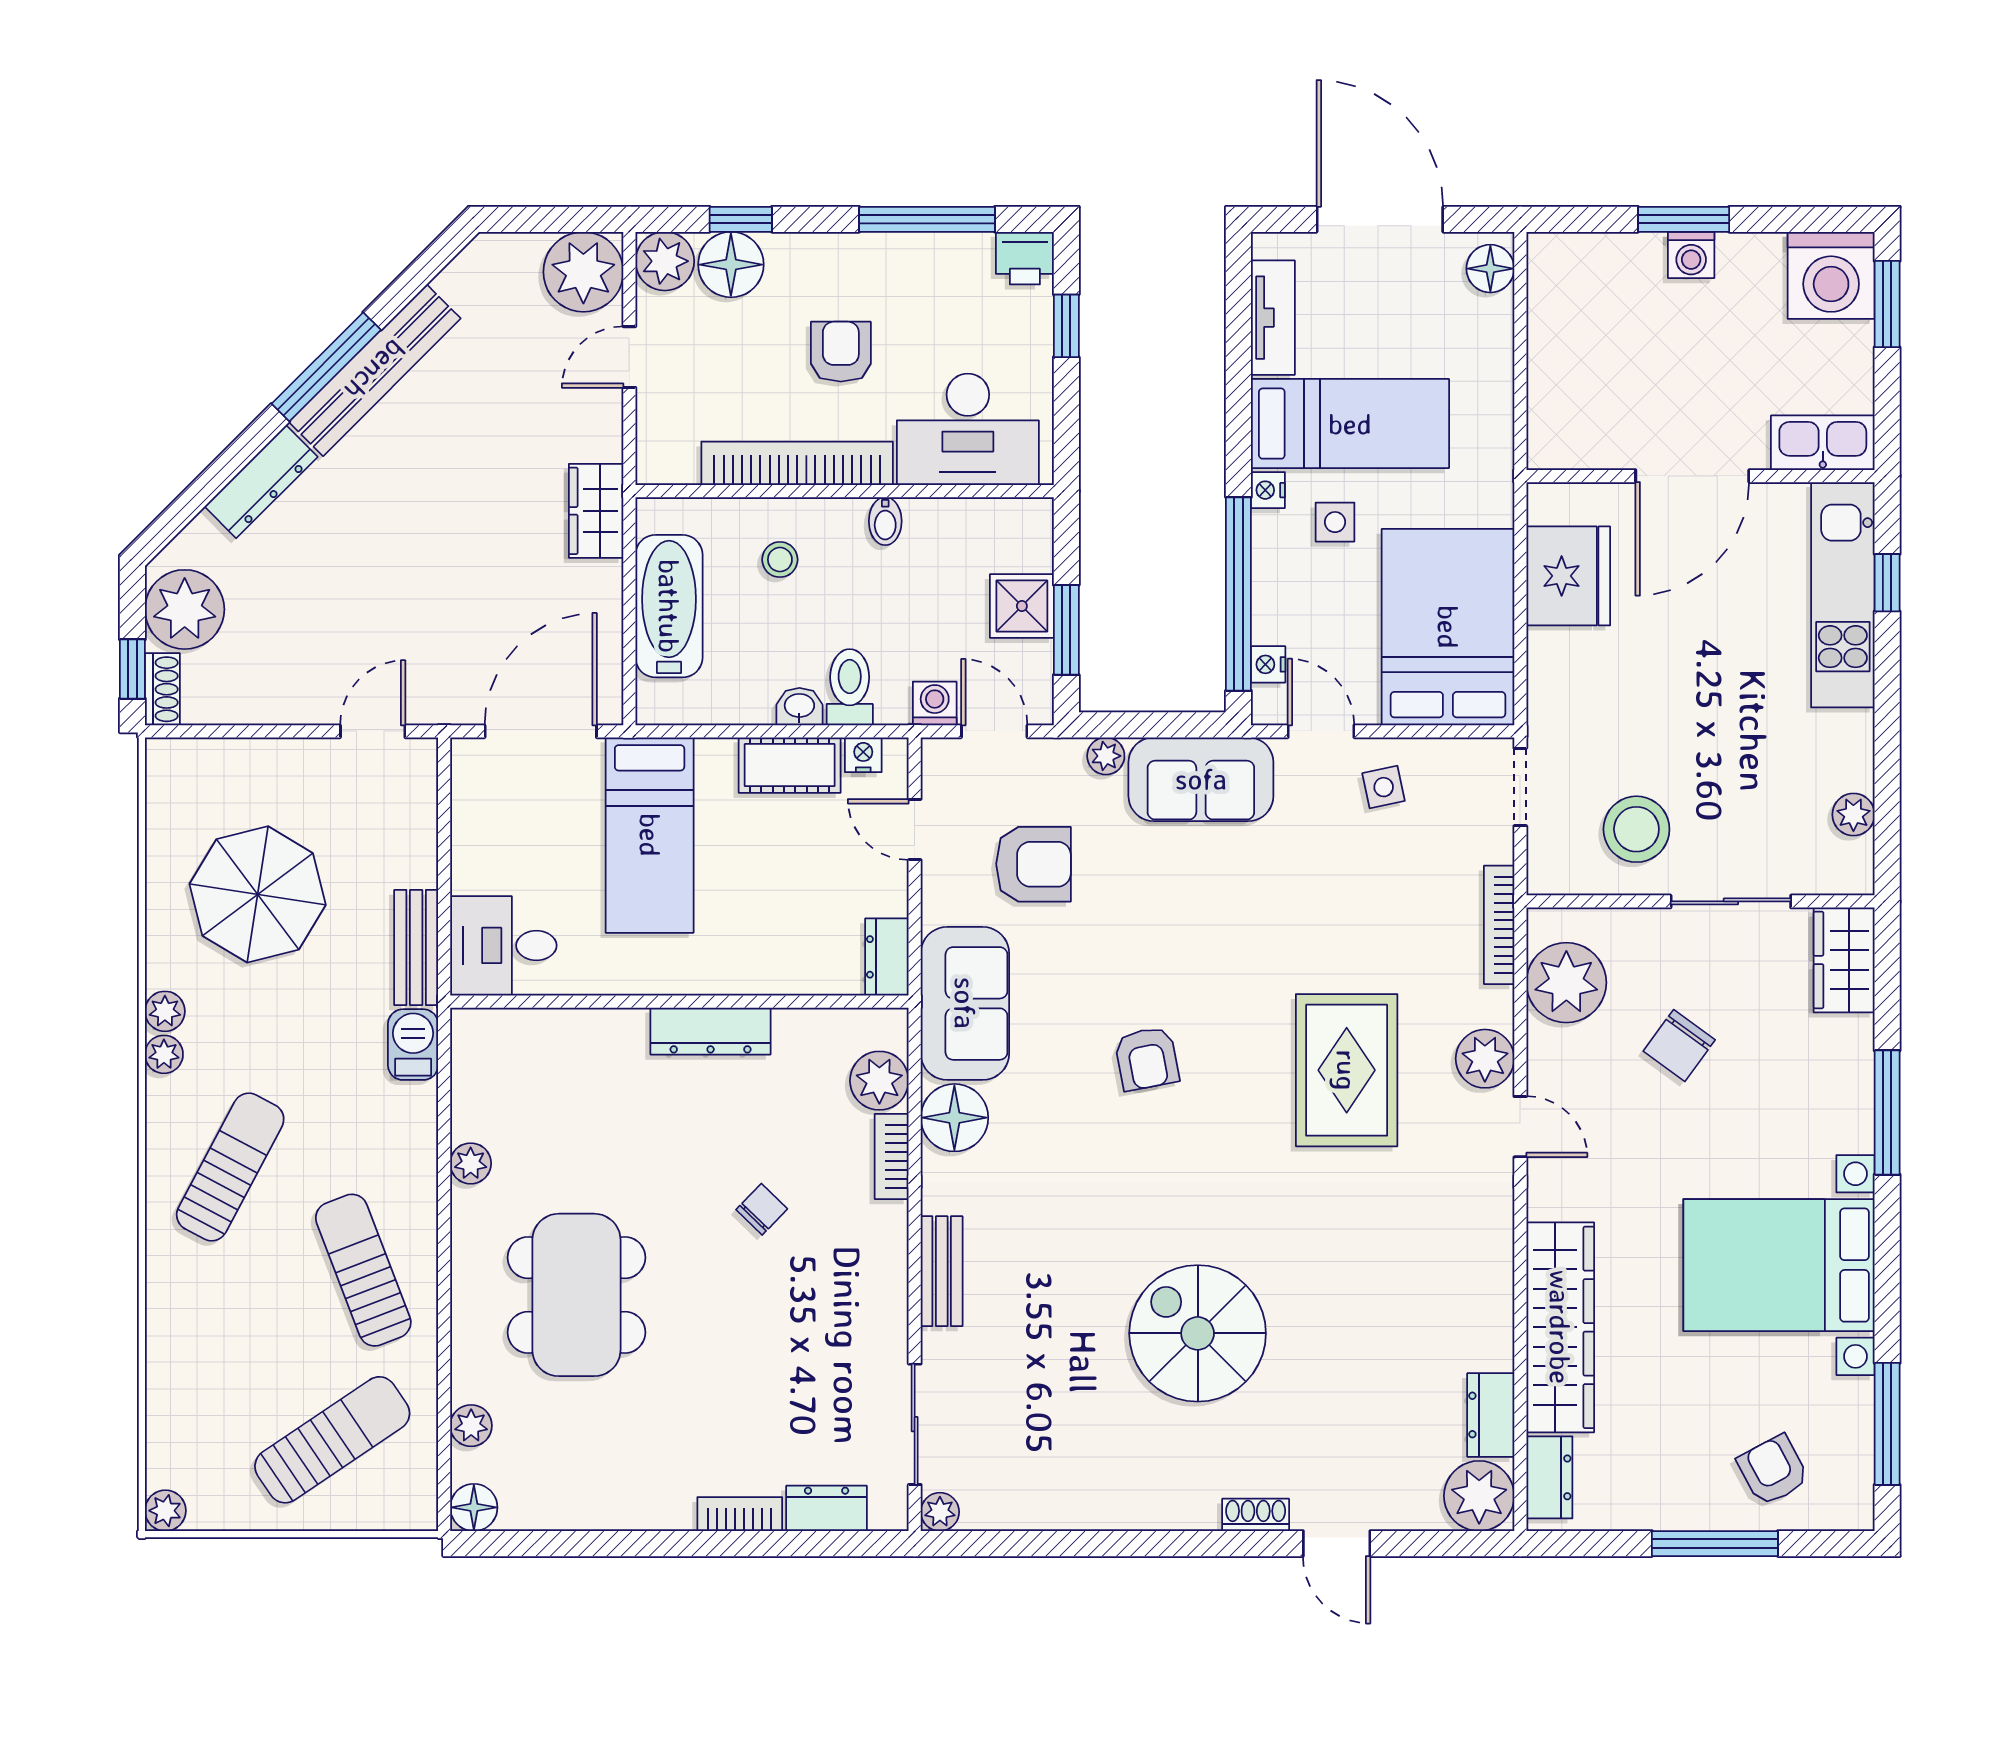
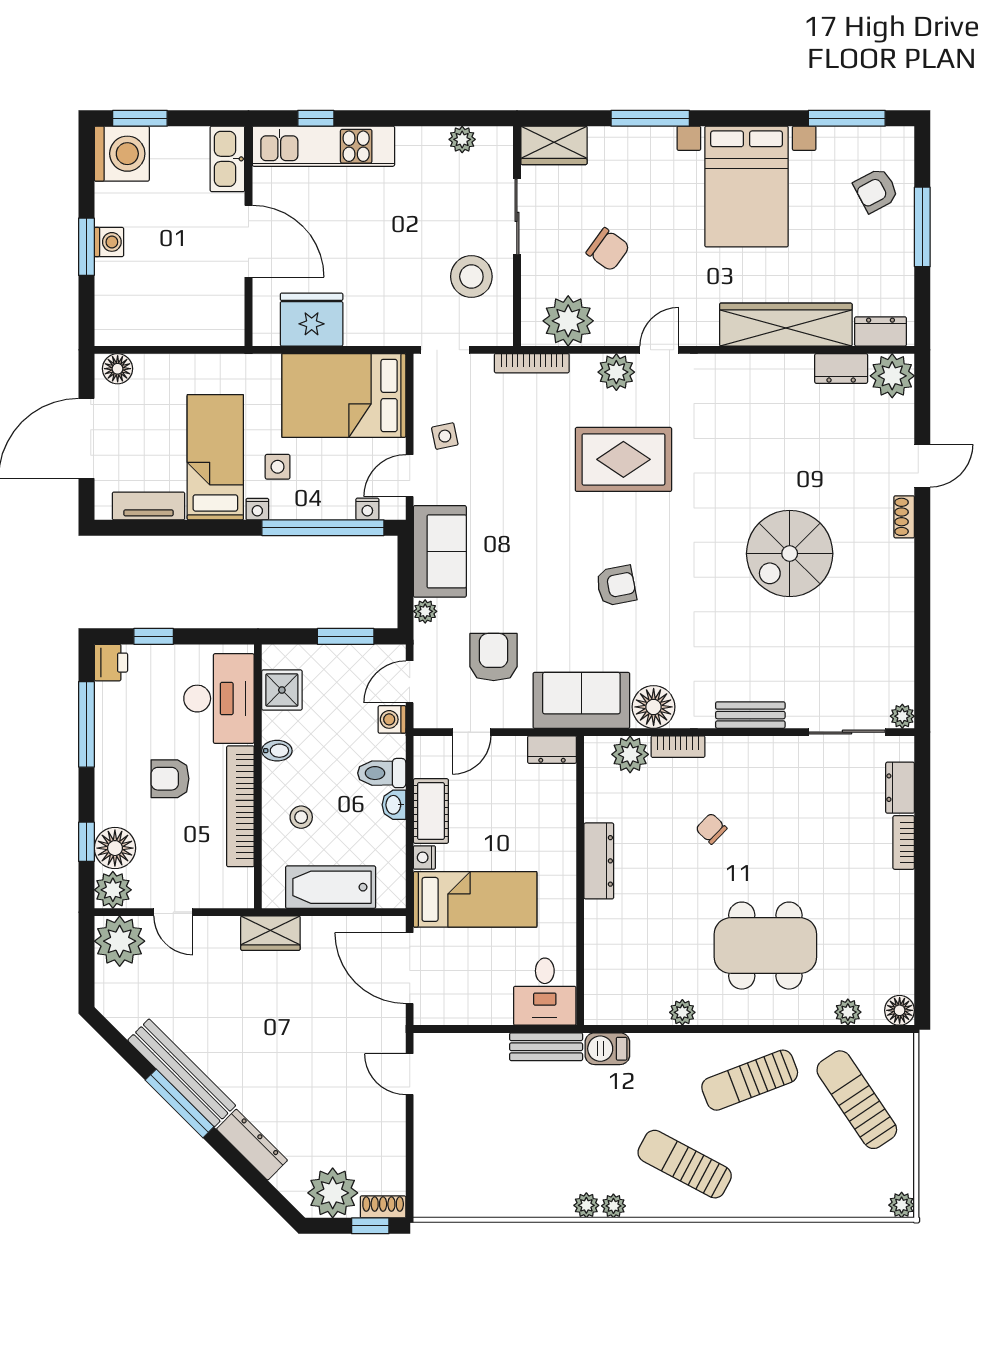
shower: (1022, 606) -> (282, 690), moved
nightstand: (863, 755) -> (424, 857), moved
parasol: (258, 894) -> (513, 1147), removed

